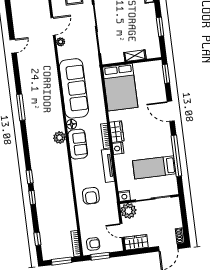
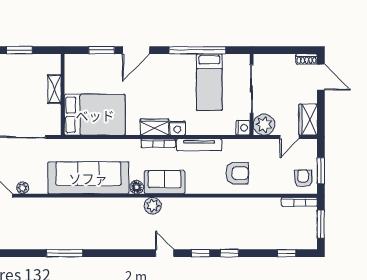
door: (13, 46) -> (165, 253), moved
window: (166, 74) -> (102, 50), moved
window: (21, 107) -> (65, 253), moved

